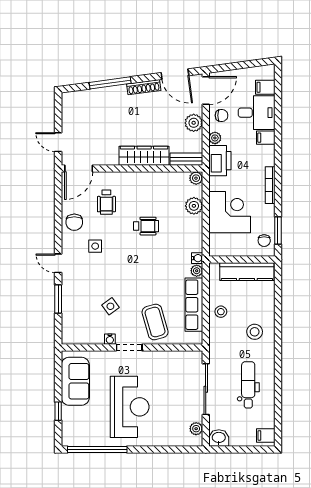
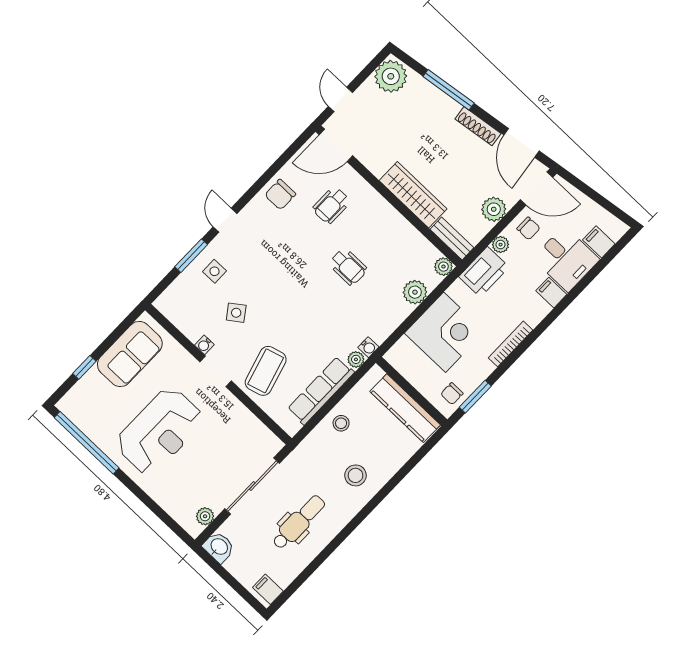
plant: (73, 105) -> (391, 76), added
side table: (95, 246) -> (214, 271), moved

